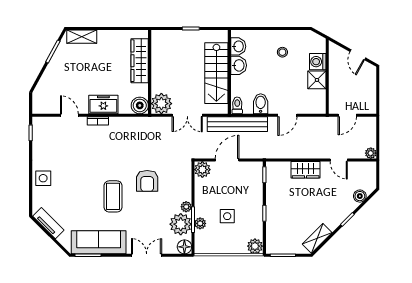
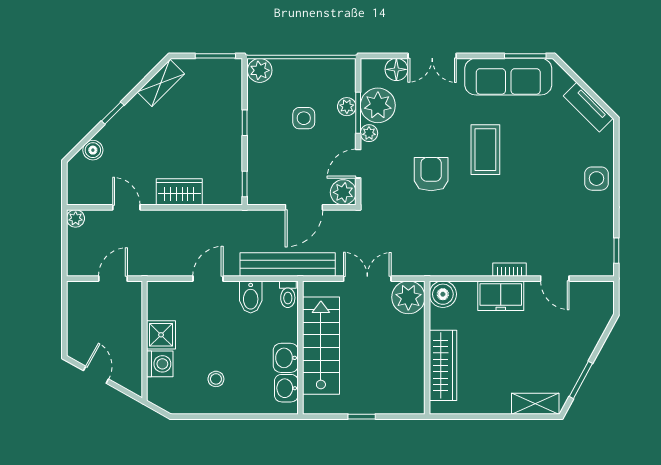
door: (193, 188) -> (358, 164), added
floor lamp: (184, 247) -> (396, 69), moved

